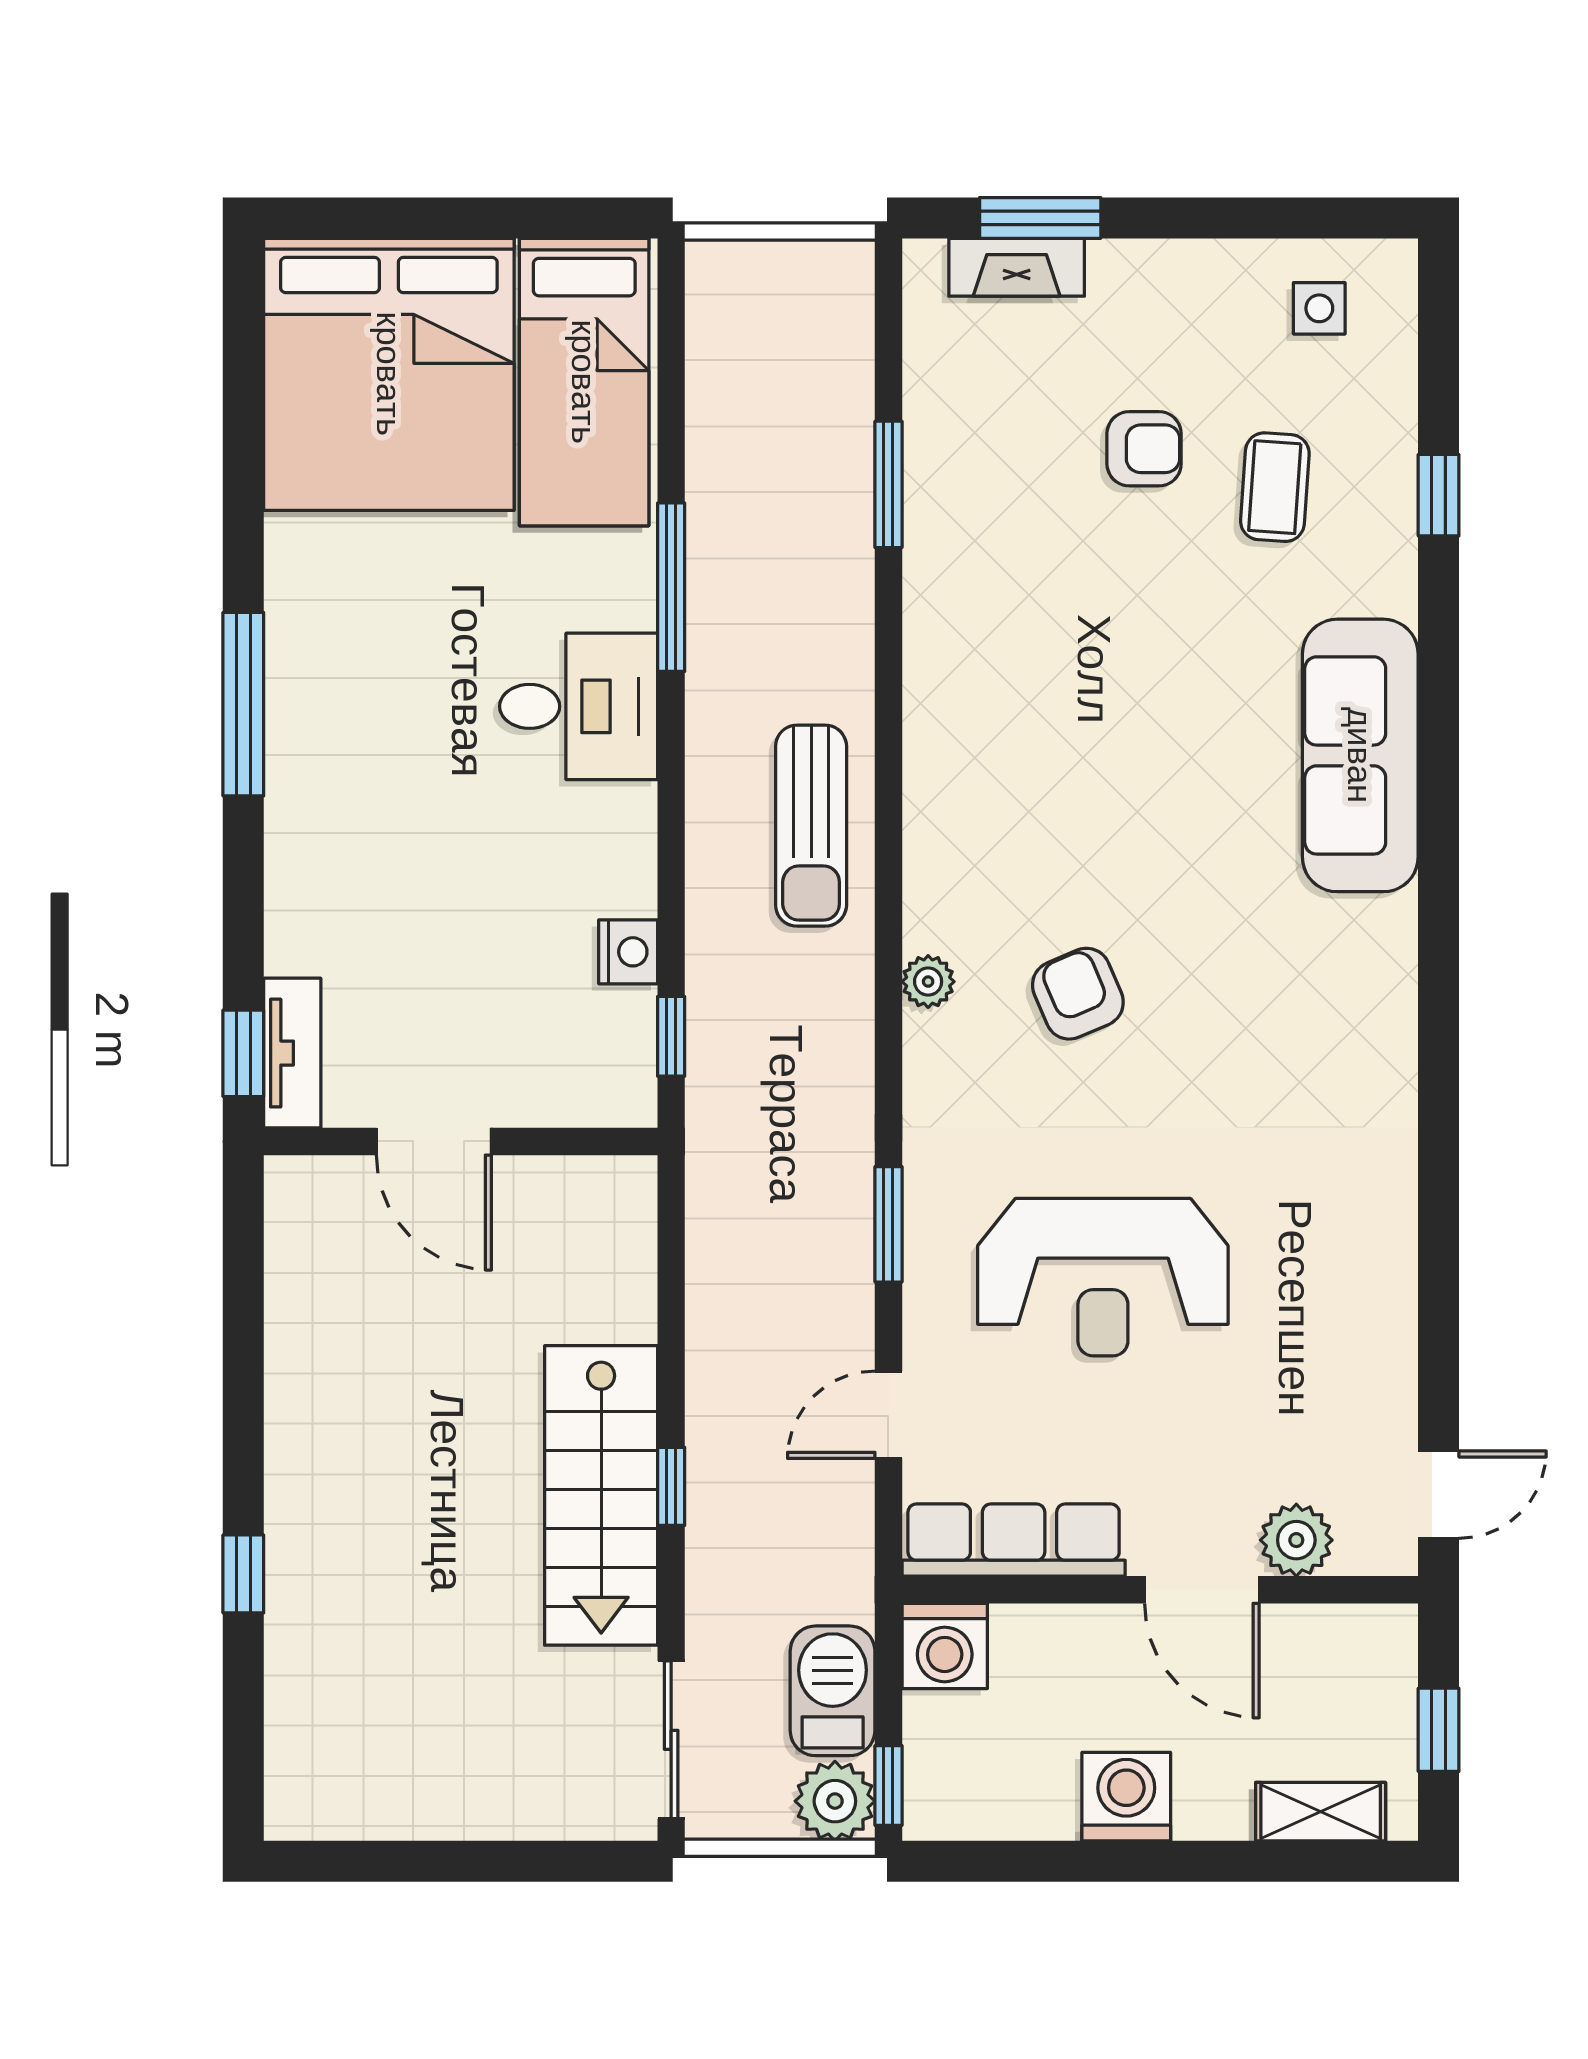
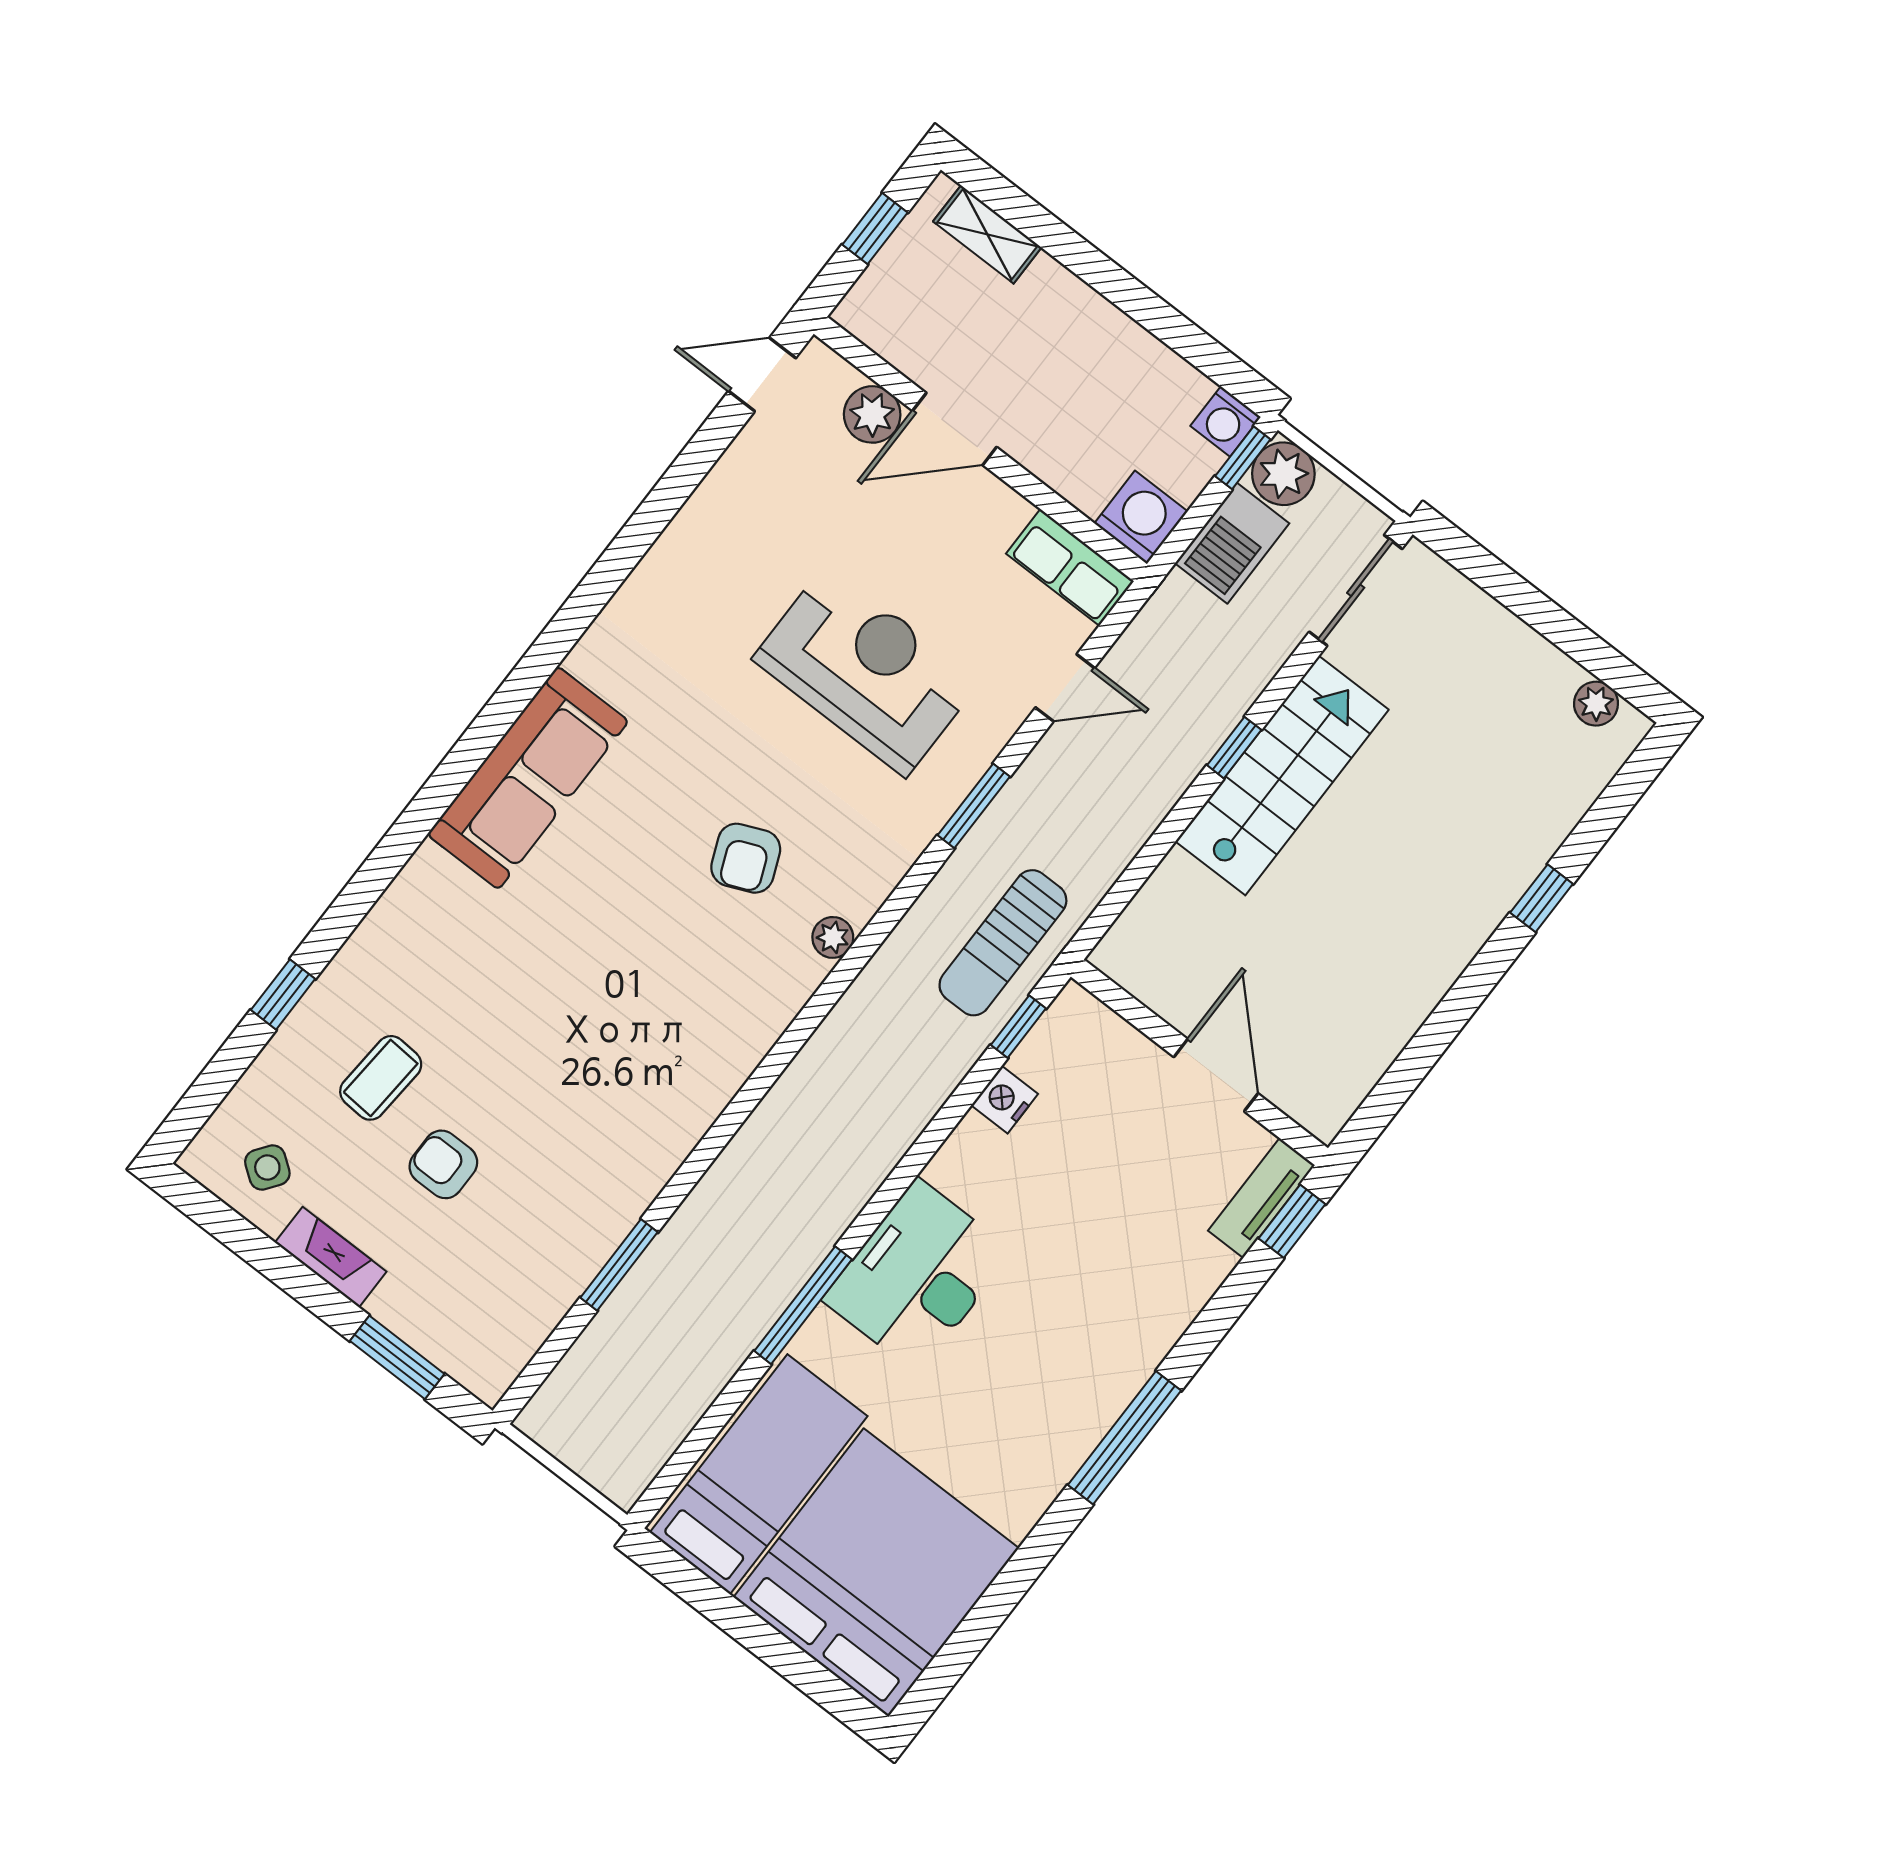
fireplace: (1017, 267) -> (331, 1257), moved
side table: (1319, 308) -> (267, 1168), turned 36
desk: (579, 706) -> (918, 1276), width x1.37
sofa: (1360, 755) -> (528, 778), moved
sun lounger: (811, 826) -> (1003, 943), moved, turned 180
row of seats: (1014, 1540) -> (1070, 567), width x0.68
door: (1202, 1590) -> (954, 429), swing flipped
washing machine: (1126, 1797) -> (1226, 421), moved, width x0.73, depth x0.73
plant: (340, 1813) -> (1596, 704), added

